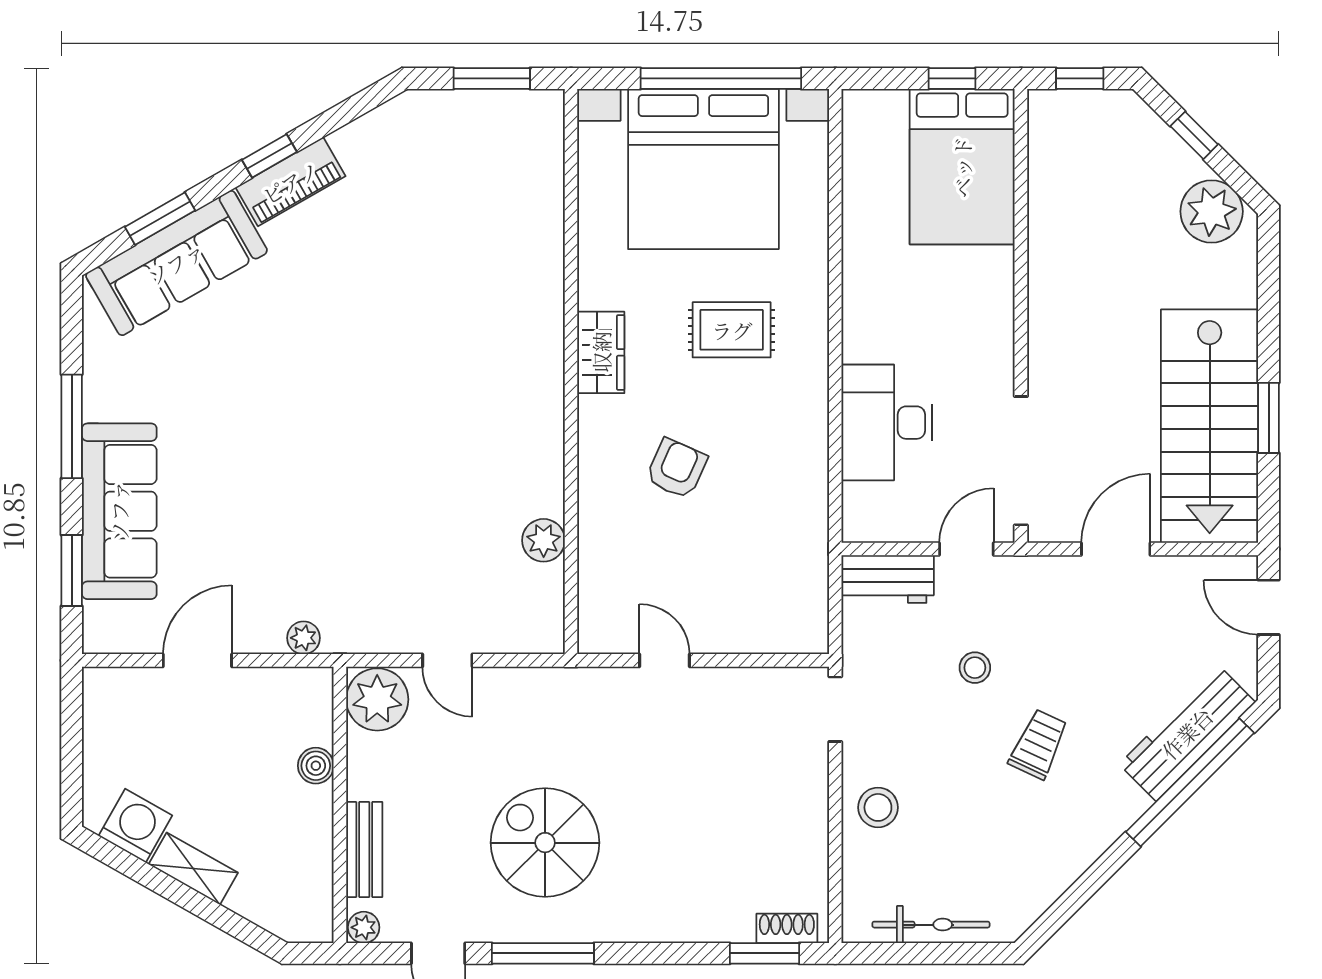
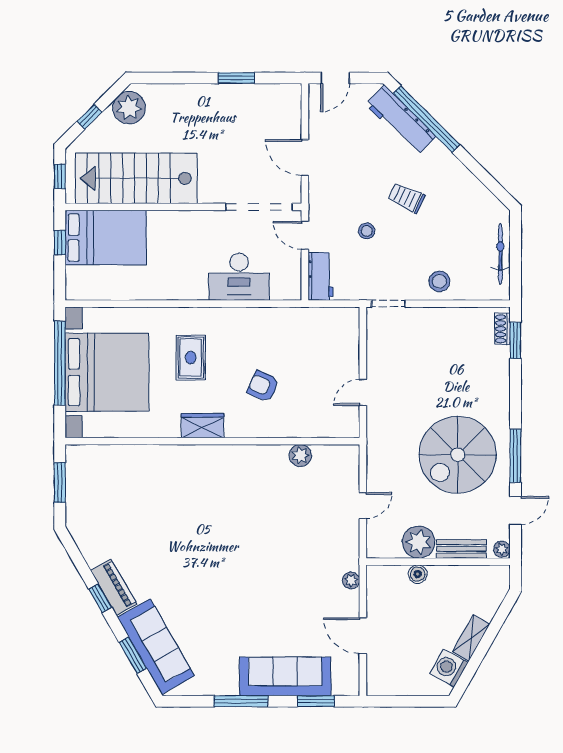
stairs: (1210, 426) -> (136, 178), moved, turned 180
plant: (377, 699) -> (419, 542), moved
spiral stairs: (545, 843) -> (458, 455), width x1.37, depth x1.37

